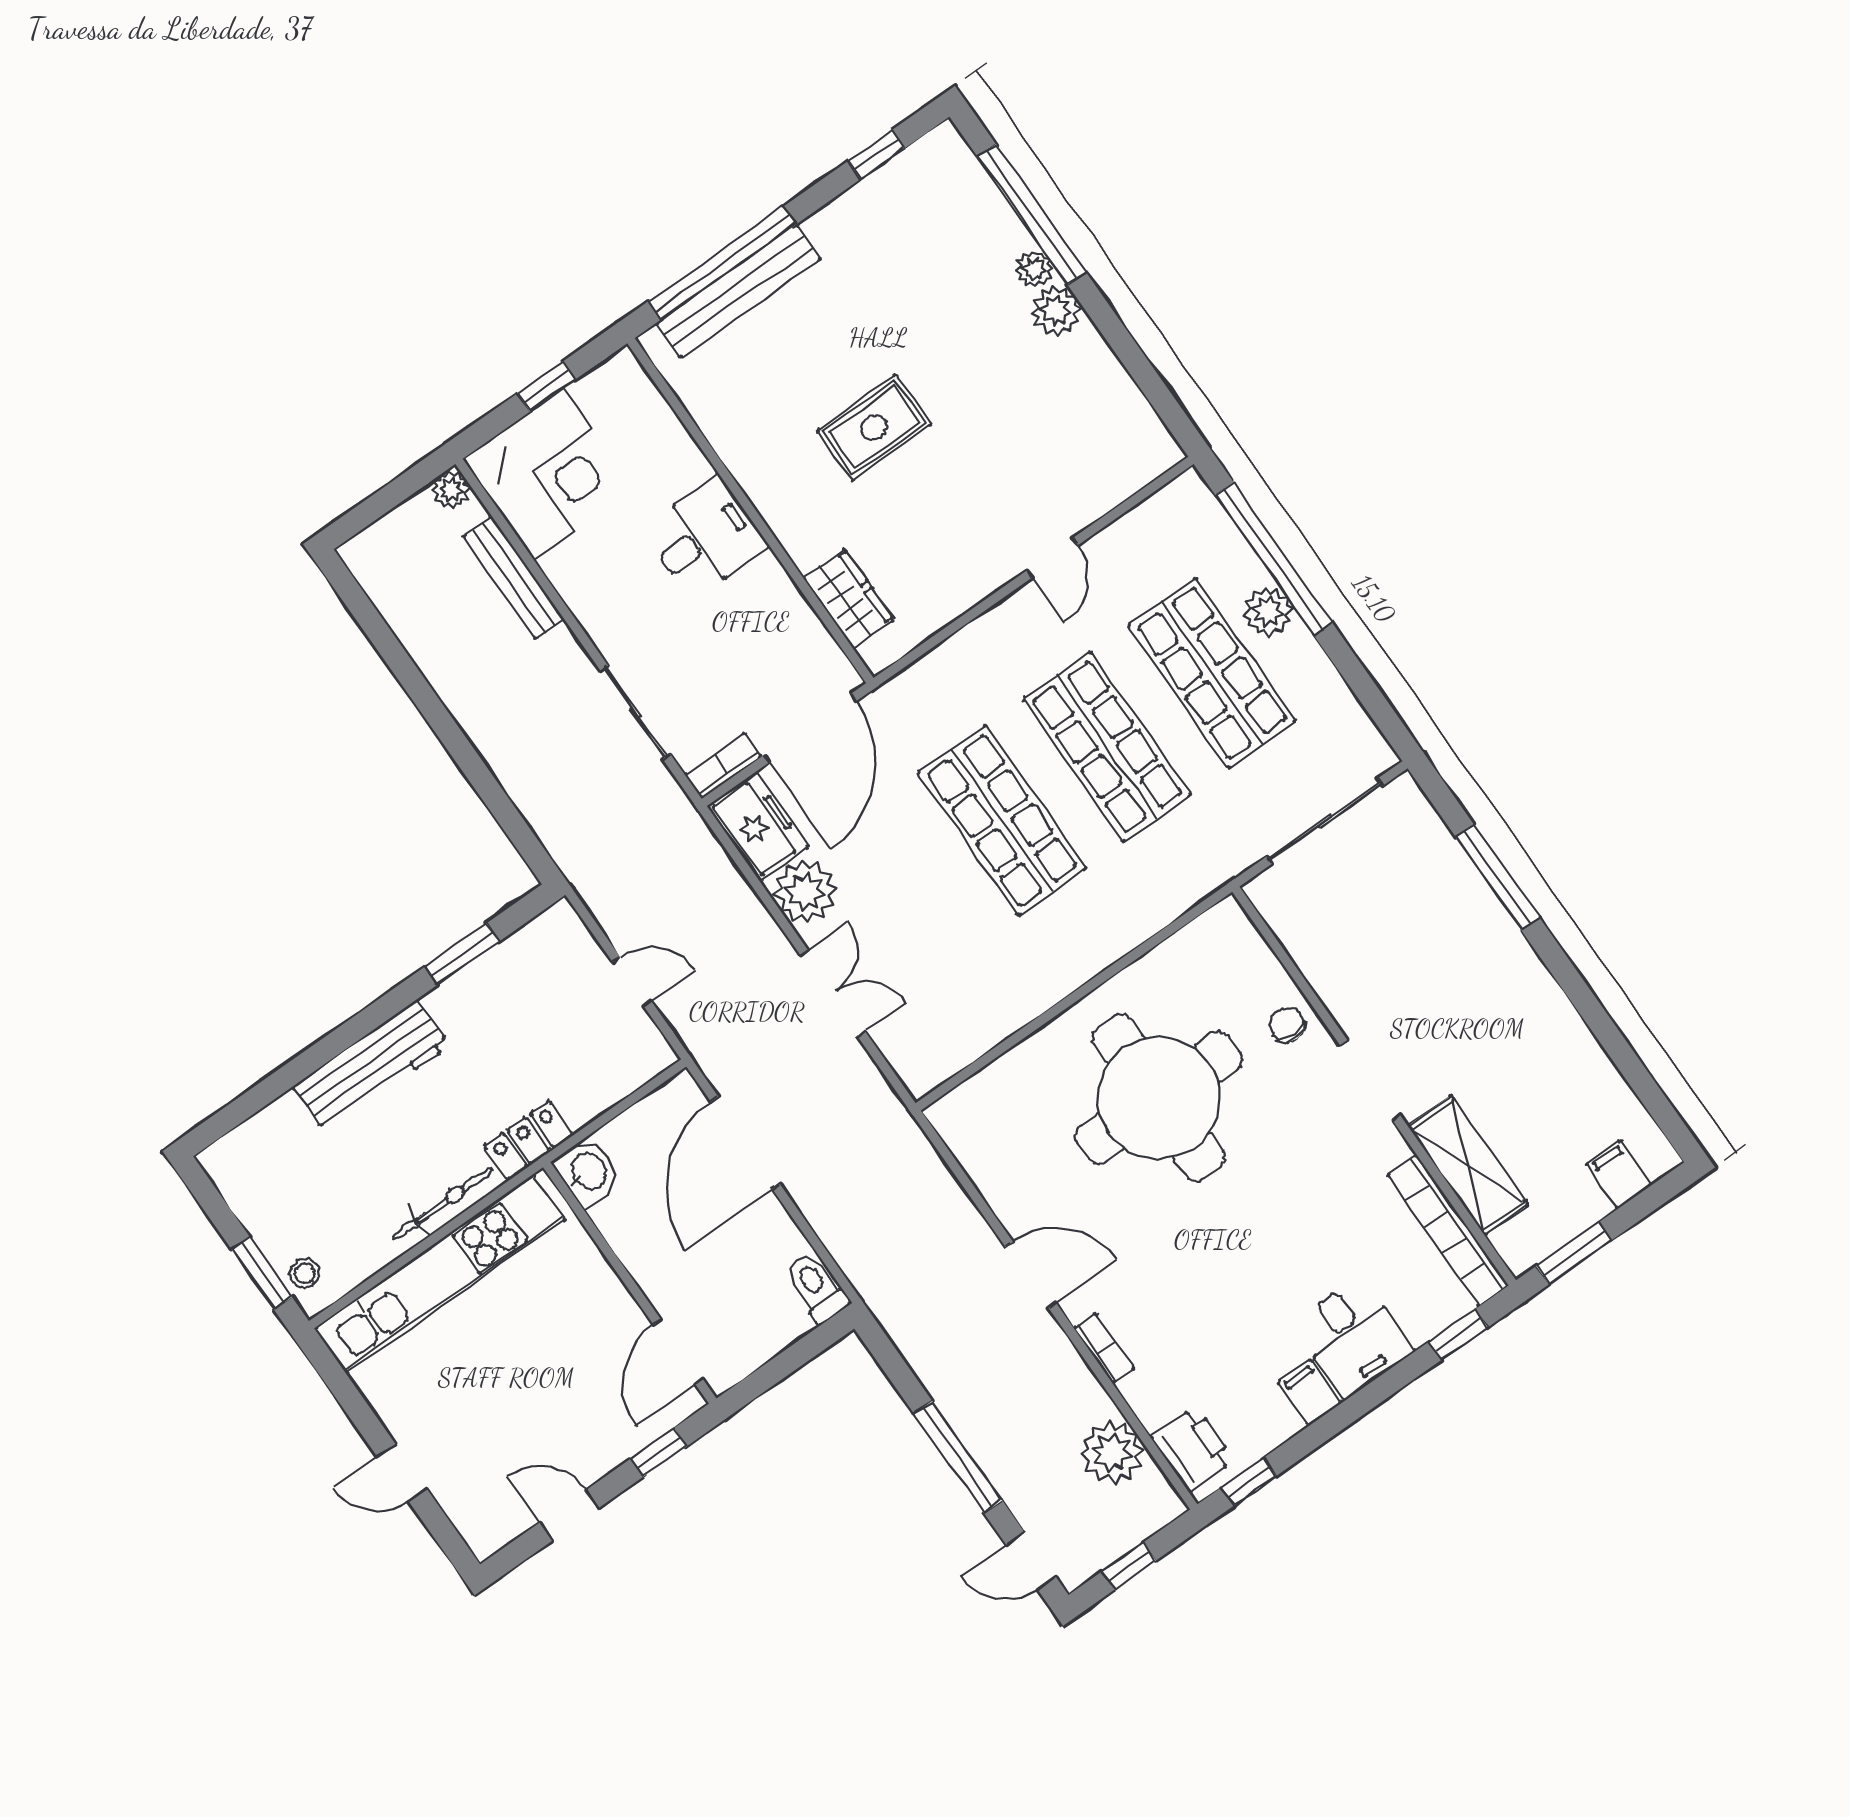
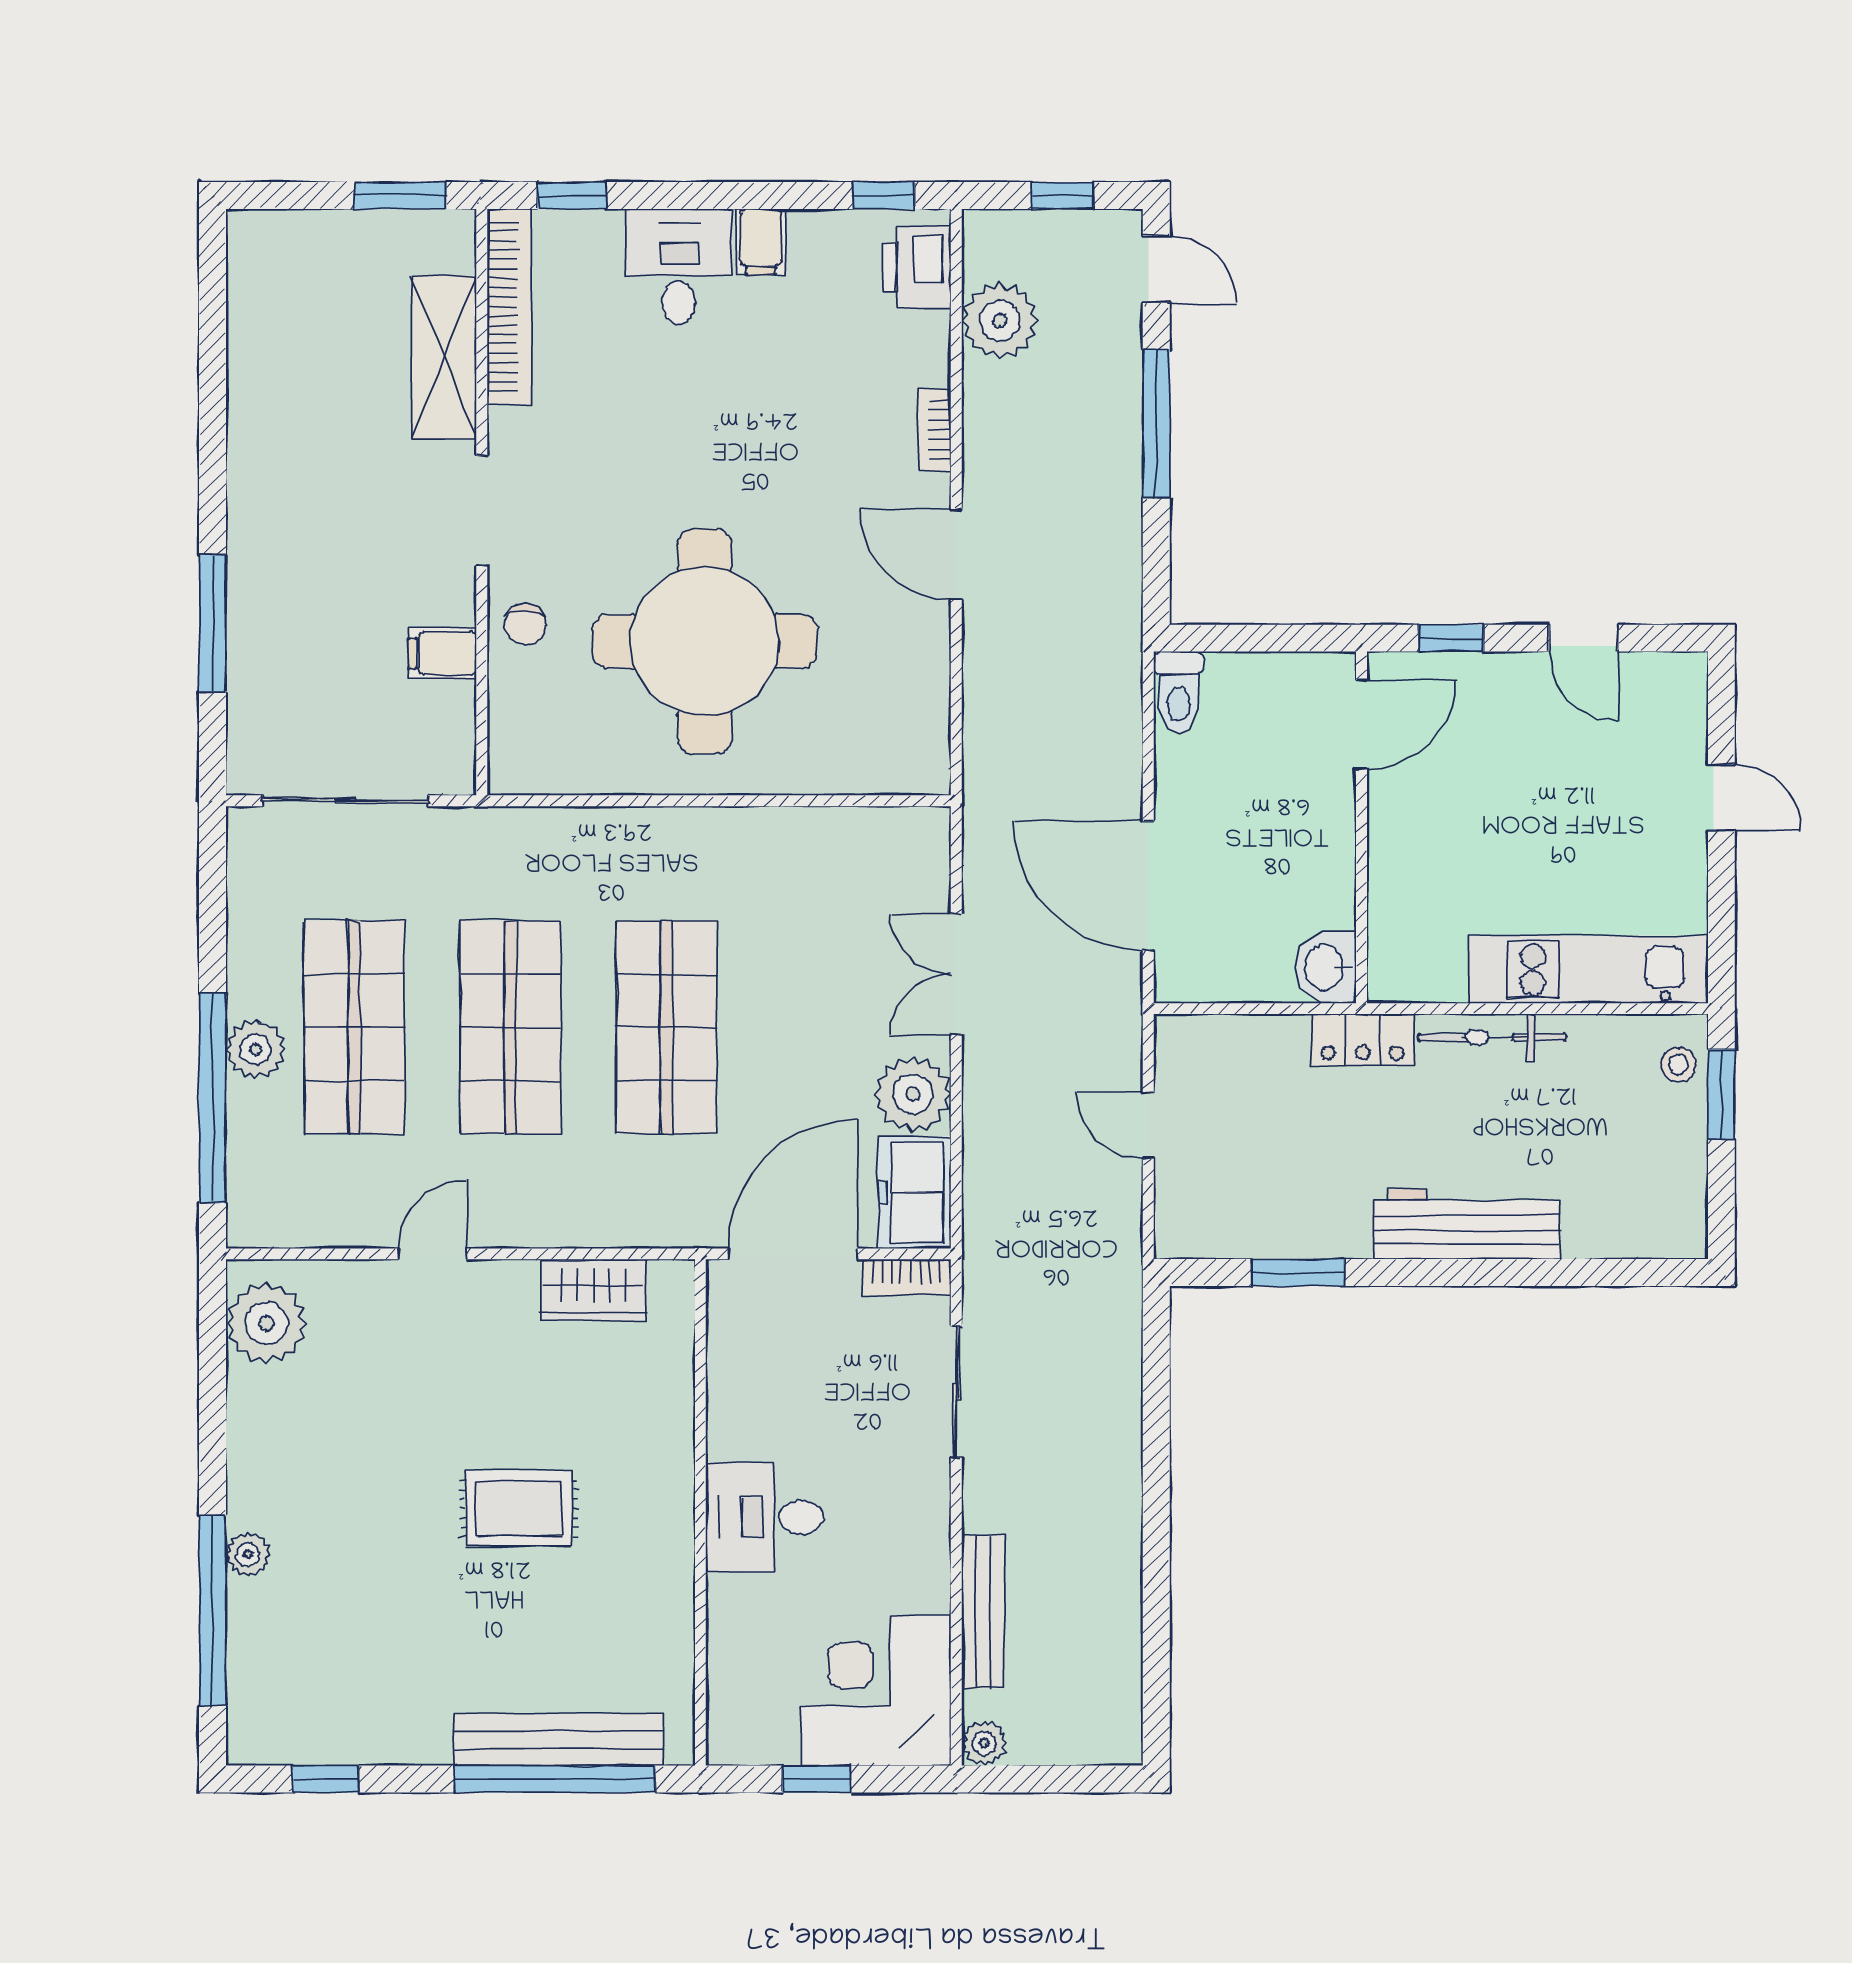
plant: (1056, 310) -> (266, 1323), moved, width x1.36, depth x1.36
wardrobe: (849, 599) -> (593, 1290), moved, turned -90
door: (745, 1143) -> (1148, 886), swing flipped
filing cabinet: (1619, 1174) -> (443, 653), moved, turned 90
kitchen unit: (440, 1274) -> (1588, 970), width x0.73

